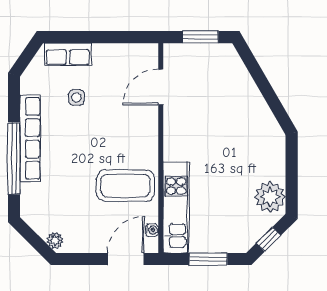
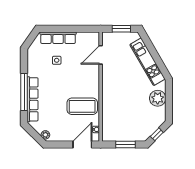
row of seats: (68, 54) -> (58, 38), width x1.48
row of seats: (30, 138) -> (33, 99), moved
plant: (270, 197) -> (158, 98), moved
kitchen unit: (176, 207) -> (148, 62), moved, turned 150

